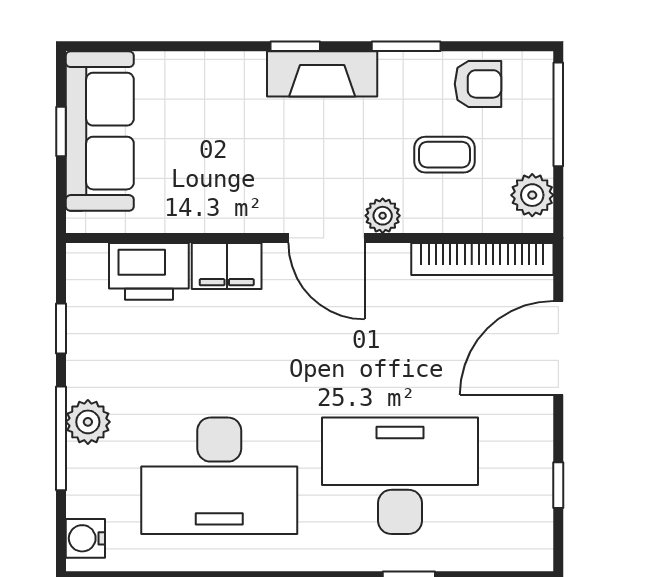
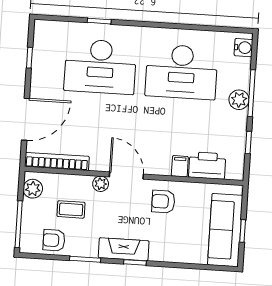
armchair: (241, 185) -> (163, 202), added
filing cabinet: (227, 266) -> (180, 166), width x0.50
desk: (219, 476) -> (181, 72), turned 180

